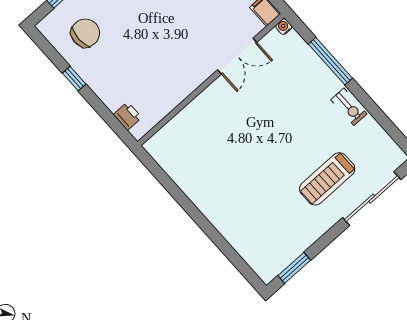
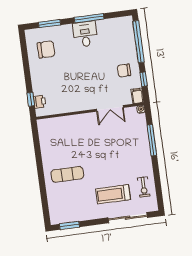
window: (74, 79) -> (31, 99), moved
exercise bike: (349, 107) -> (144, 187), moved
exercise mat: (240, 195) -> (67, 174), added

